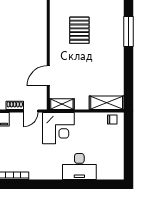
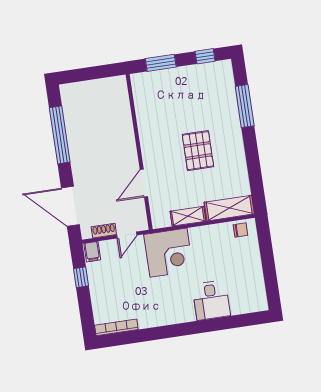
pallet: (79, 30) -> (198, 151), moved
shelving: (62, 104) -> (188, 216), moved
desk: (79, 167) -> (211, 300), width x0.73

